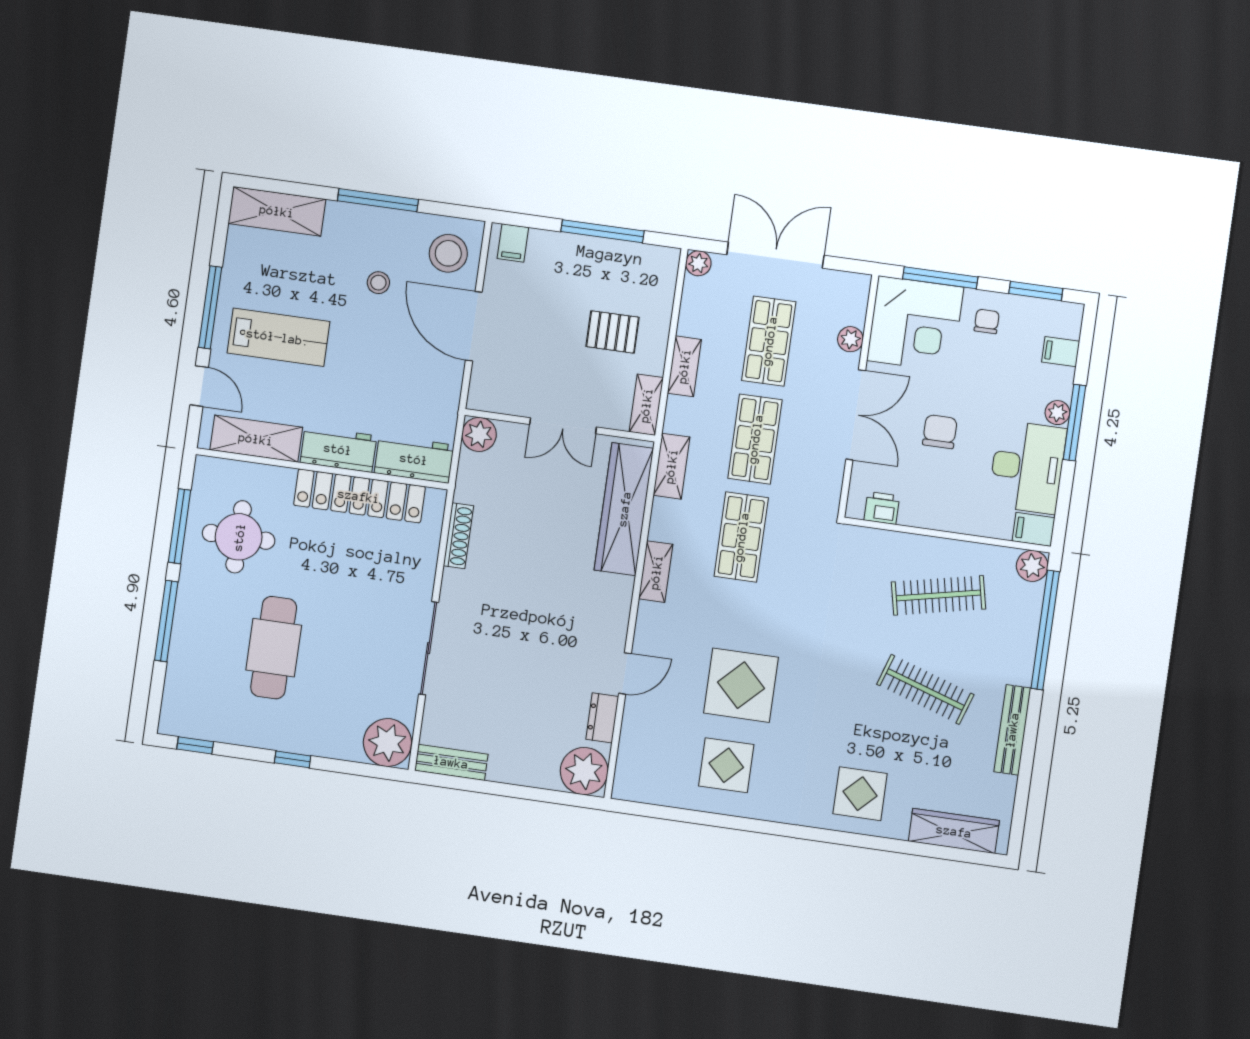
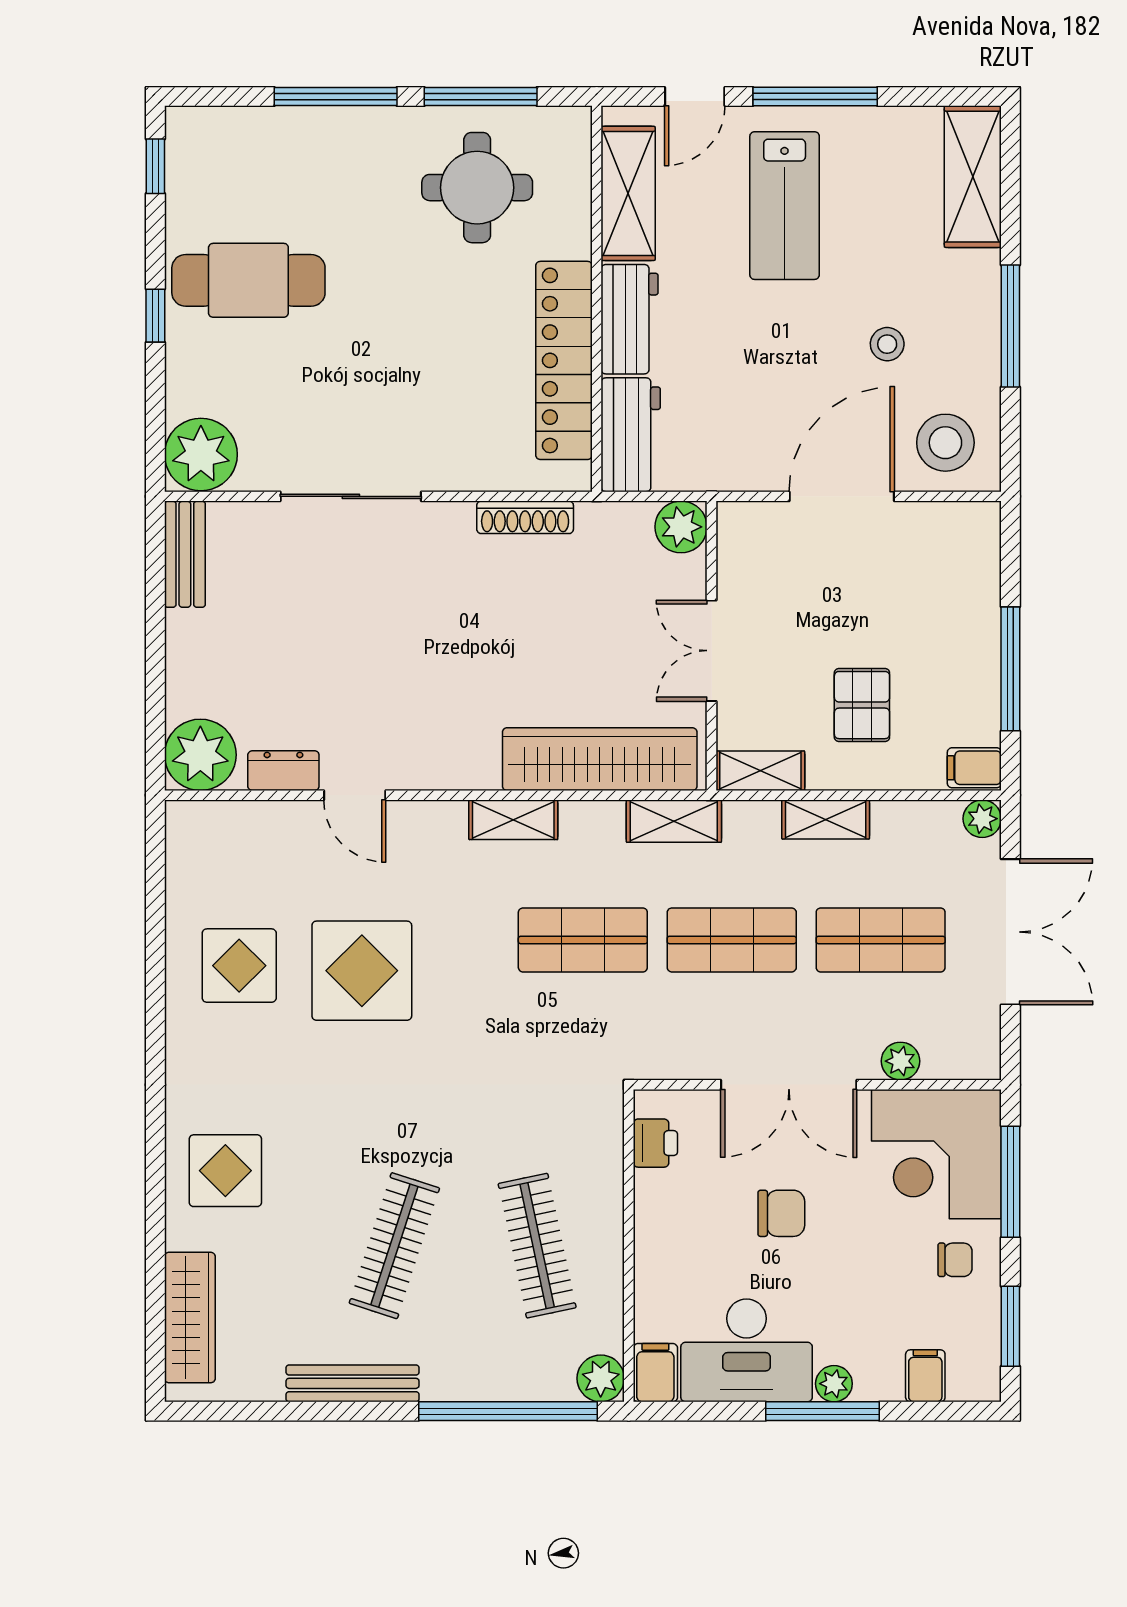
filing cabinet: (513, 243) -> (974, 768), moved
cafe table: (274, 648) -> (248, 280), moved

